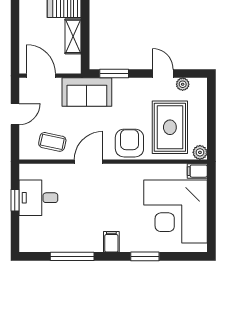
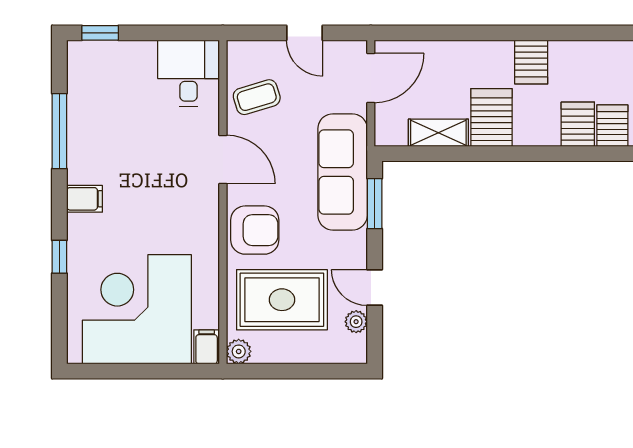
door: (163, 74) -> (375, 288), swing flipped
sofa: (87, 92) -> (343, 172), width x1.36
coffee table: (52, 142) -> (257, 97), turned 61
desk: (38, 198) -> (189, 73), moved
window: (15, 200) -> (100, 33), moved
window: (145, 256) -> (59, 257), width x0.67

